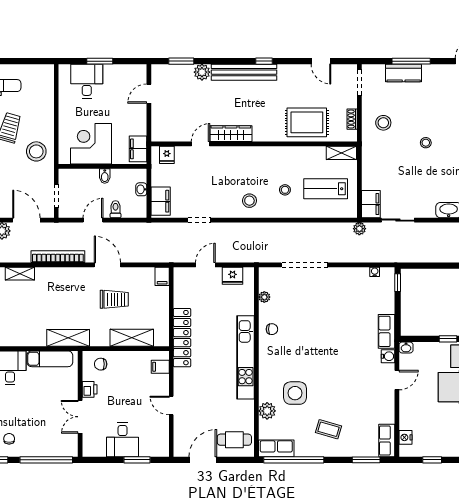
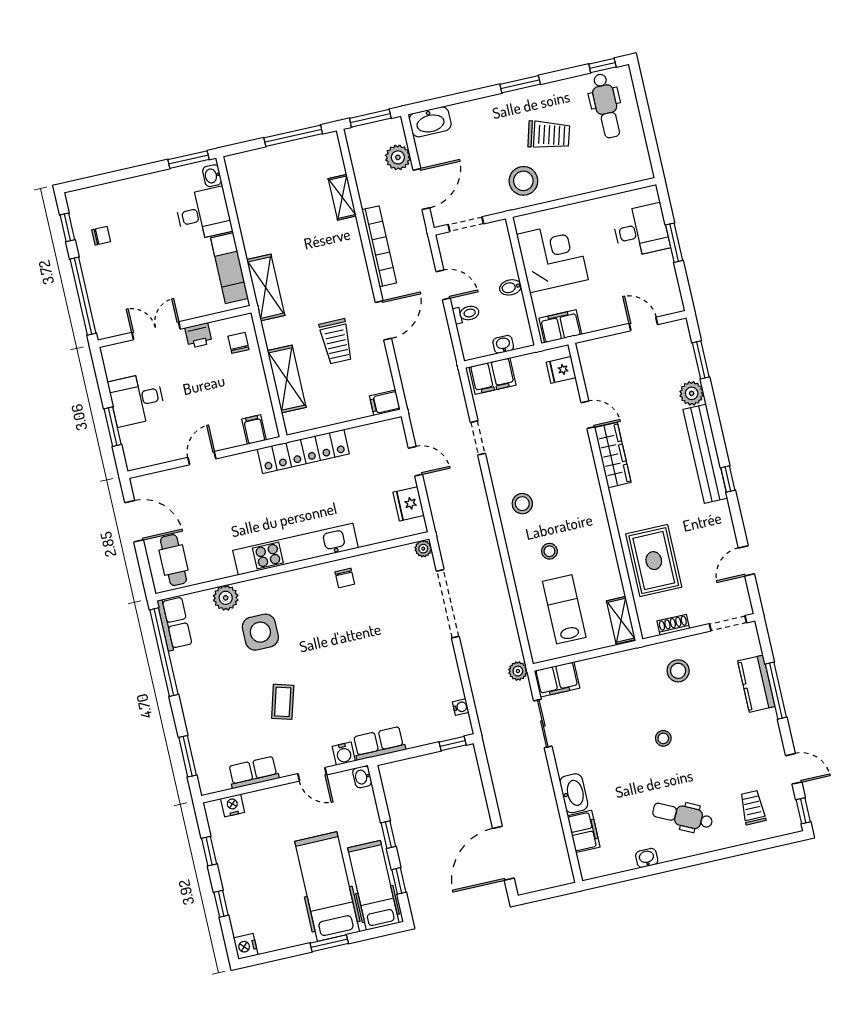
plant: (264, 297) -> (423, 549), moved
coffee table: (329, 429) -> (283, 702), moved
row of seats: (387, 441) -> (253, 772), moved

